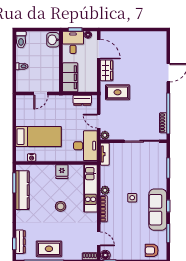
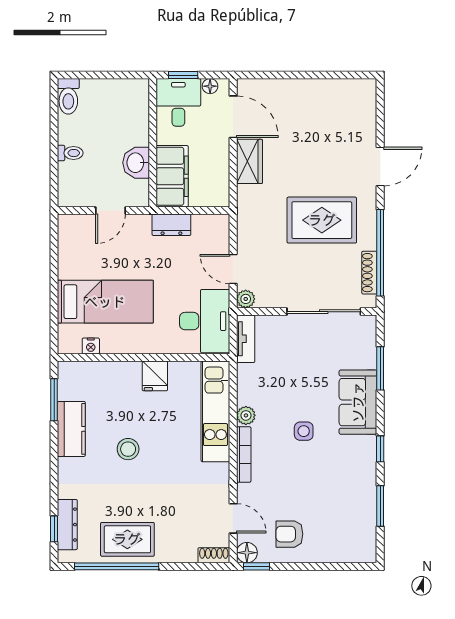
washbasin: (53, 40) -> (136, 163), moved
rug: (118, 92) -> (322, 220), moved, width x1.36, depth x1.43
dresser: (82, 100) -> (171, 225), moved
kitchen counter: (22, 190) -> (71, 429), width x0.67
stool: (61, 206) -> (128, 449), moved
sofa: (158, 210) -> (358, 402), moved, width x0.73
armchair: (152, 250) -> (289, 534), moved

